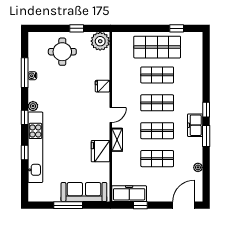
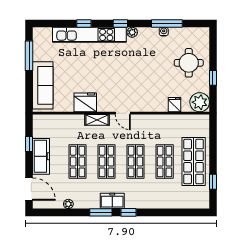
fridge: (102, 86) -> (175, 105), moved
freezer: (129, 194) -> (41, 156), moved
window: (68, 205) -> (29, 56), moved

